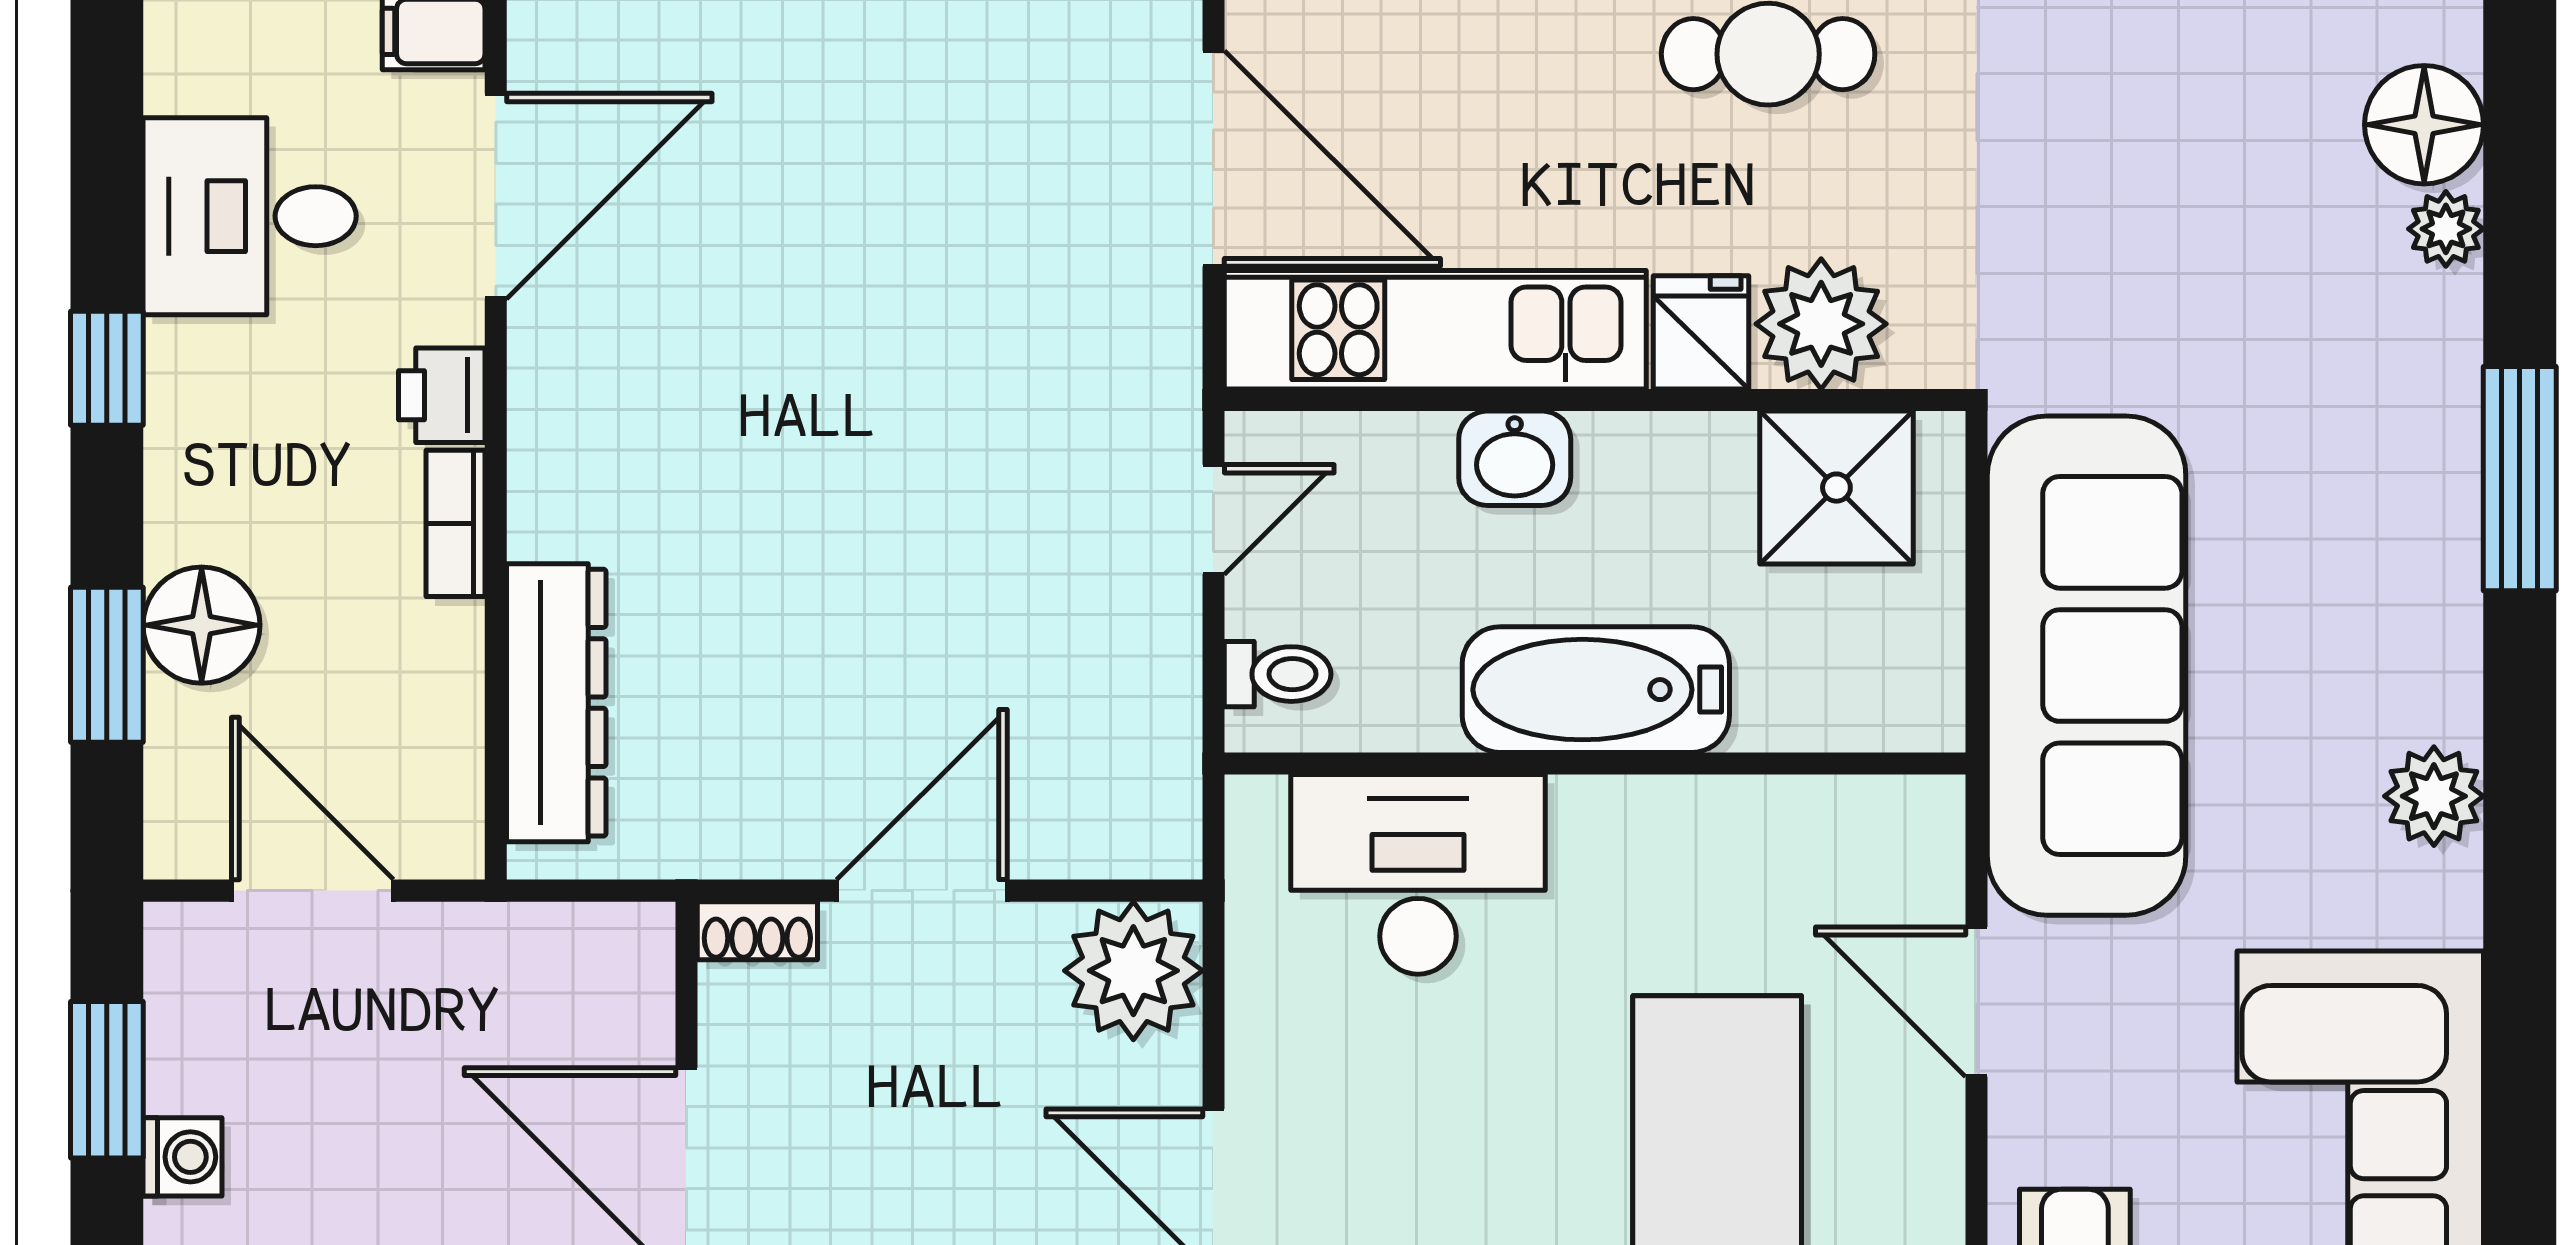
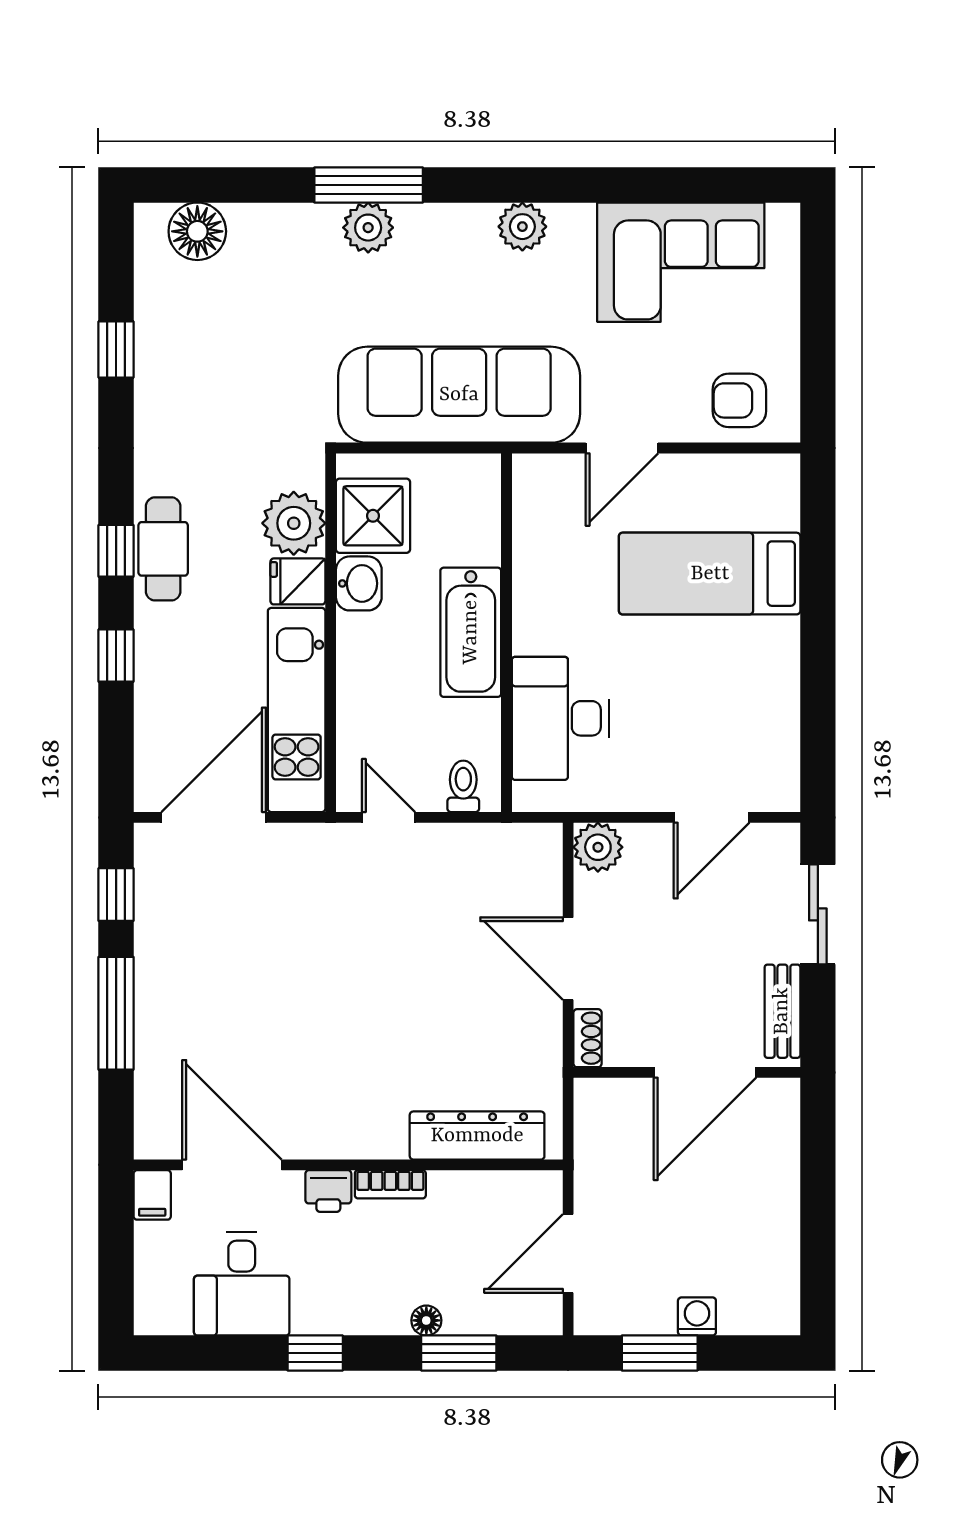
plant: (2446, 229) -> (368, 228), moved, width x1.38, depth x1.38
washbasin: (1515, 458) -> (359, 583), moved
floor lamp: (202, 625) -> (426, 1320), width x0.53, depth x0.53
plant: (1133, 971) -> (598, 847), width x0.73, depth x0.73

